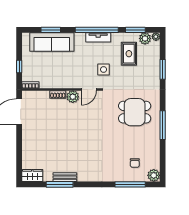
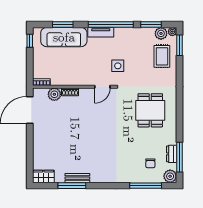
tv unit: (98, 37) -> (101, 32), moved
rug: (129, 54) -> (162, 56), moved
window: (19, 66) -> (30, 41), moved
window: (163, 69) -> (179, 45), moved
plant: (73, 97) -> (54, 94), moved
dining table: (135, 112) -> (150, 110), turned 90
window: (163, 125) -> (179, 157), moved
dresser: (155, 154) -> (172, 154), added

